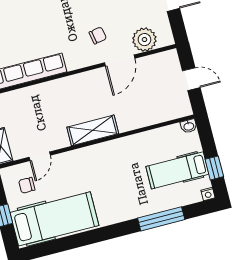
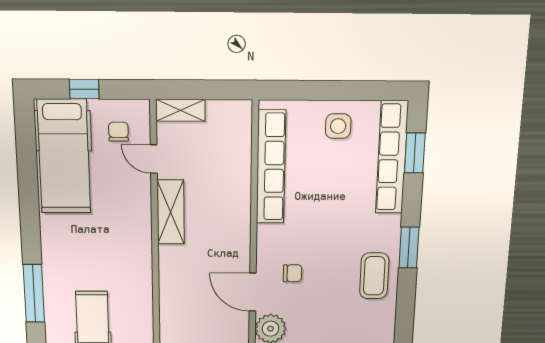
chair: (98, 35) -> (292, 273), turned -79
shelving: (93, 130) -> (171, 212), moved

